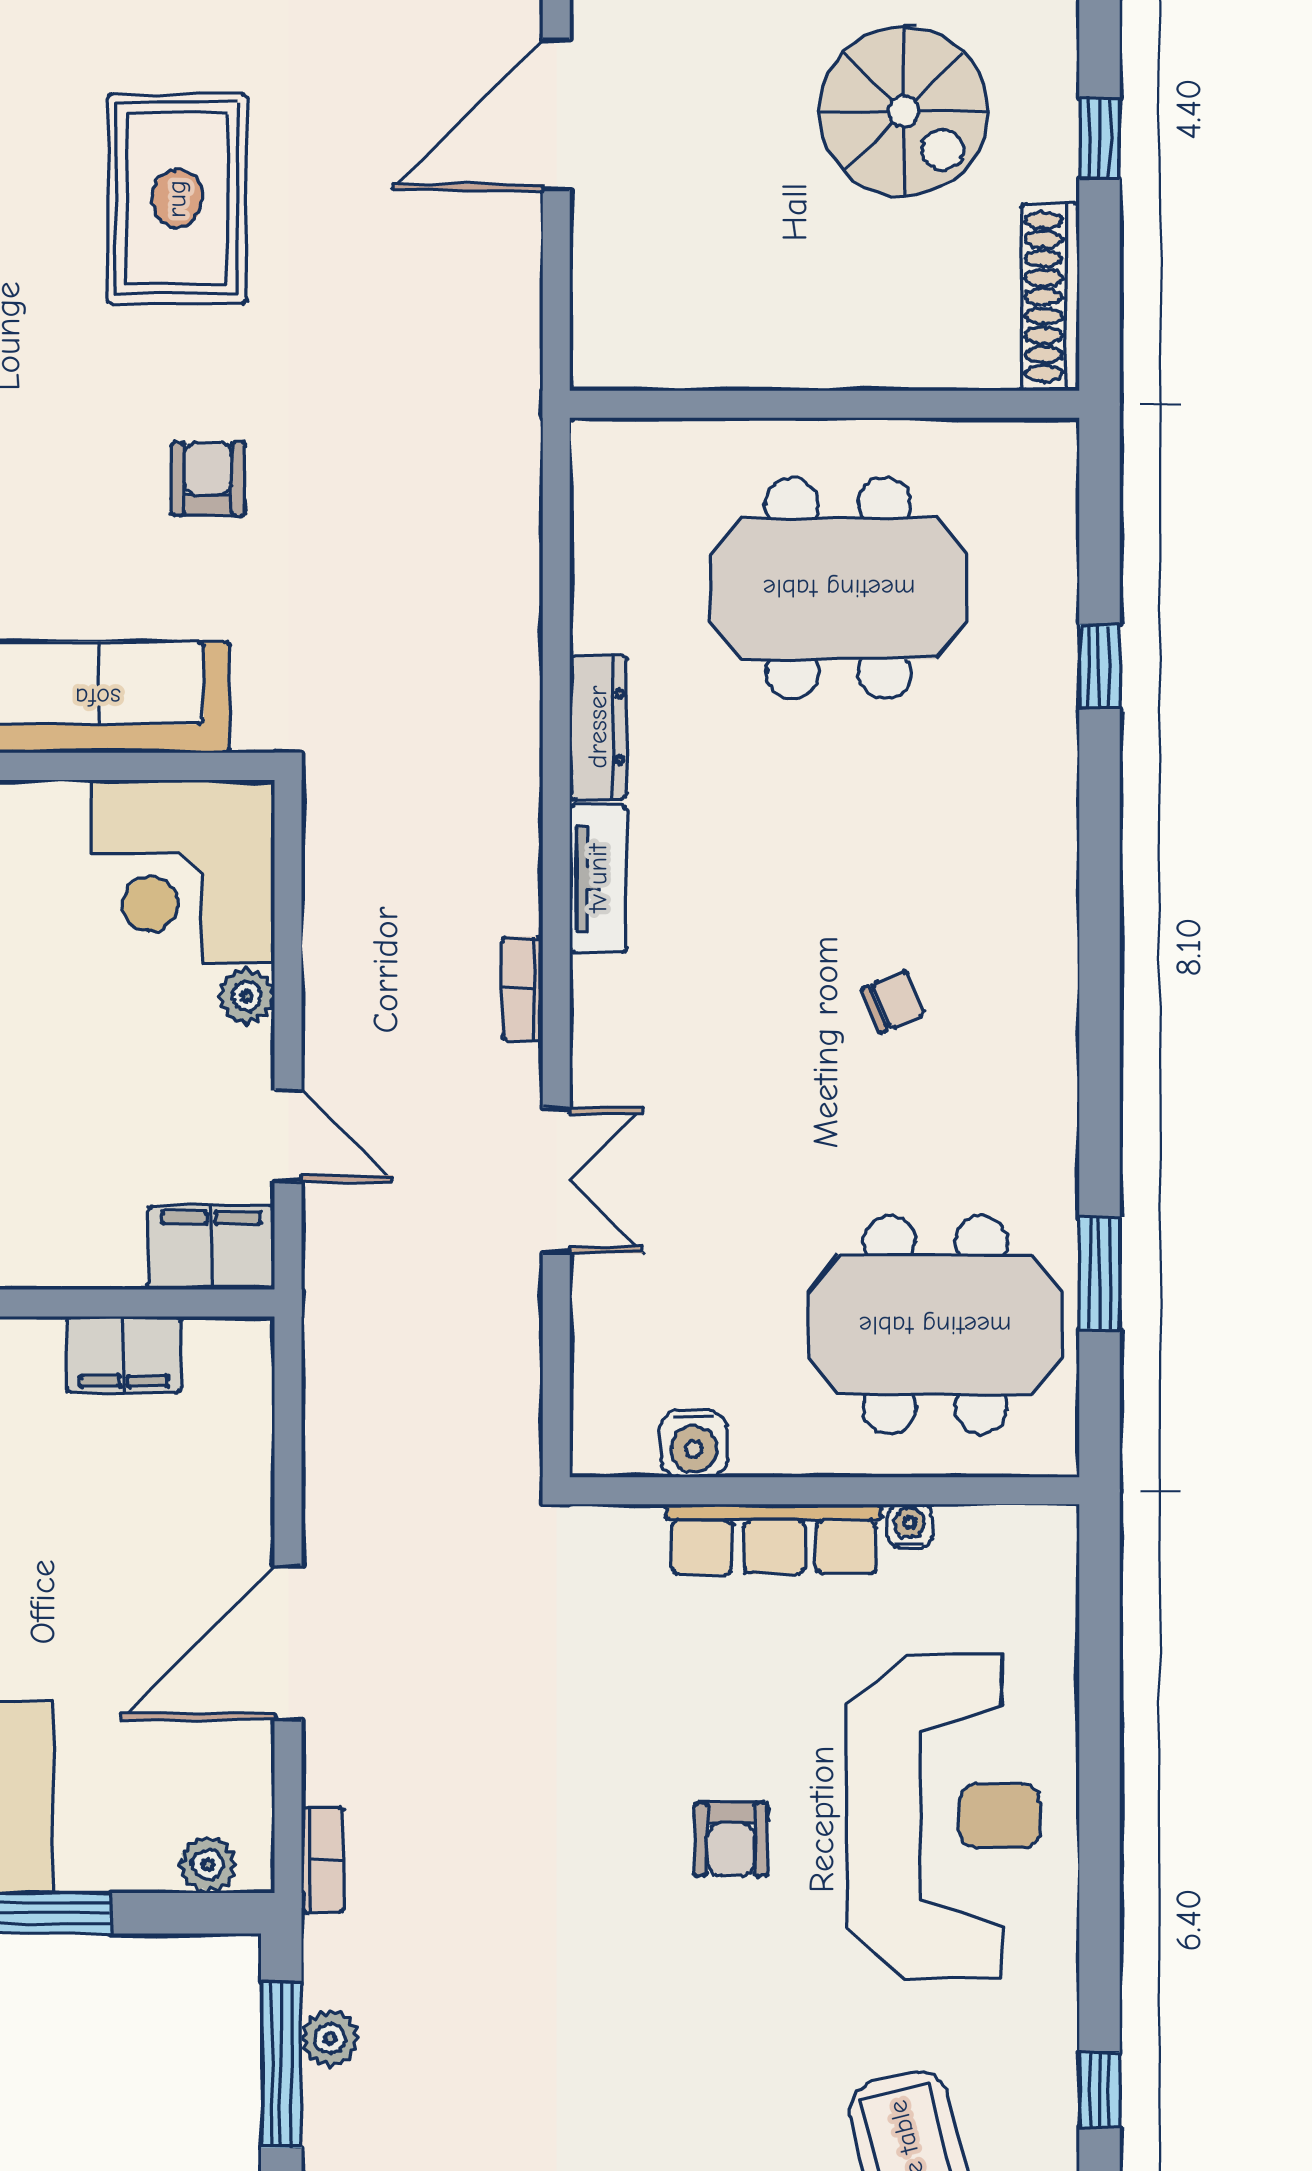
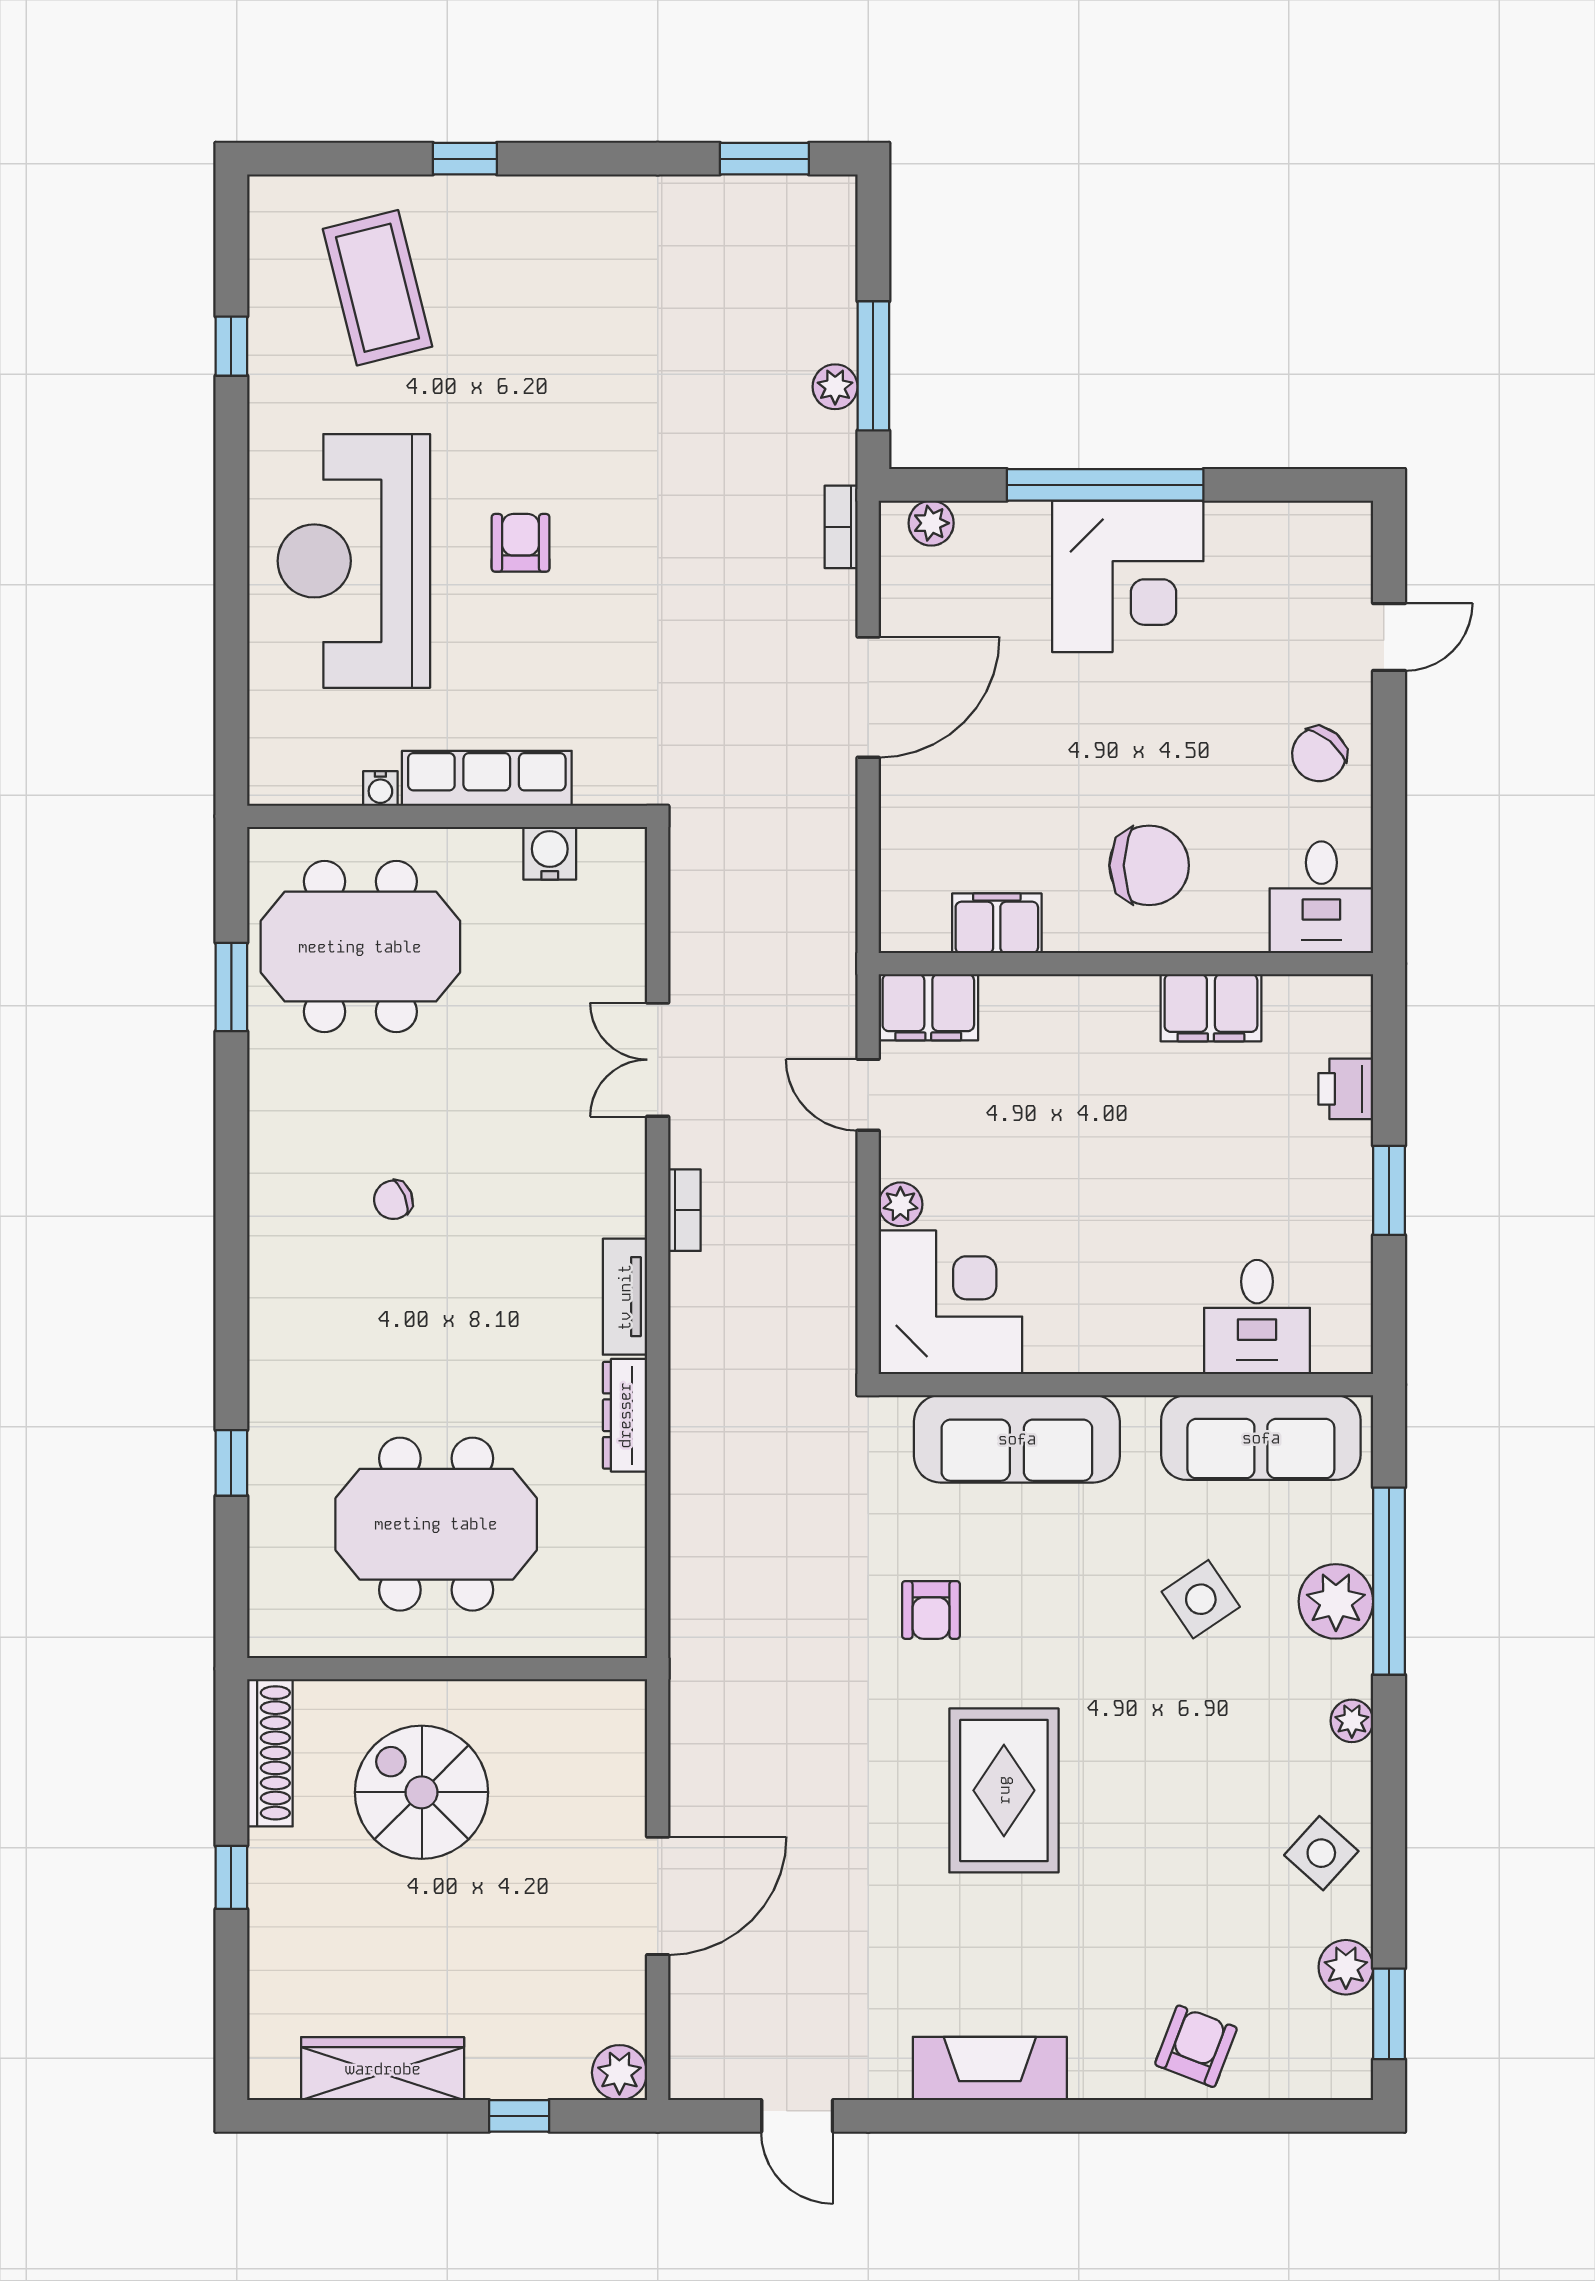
spiral stairs: (904, 111) -> (422, 1792), moved
rug: (177, 199) -> (1004, 1790), moved

